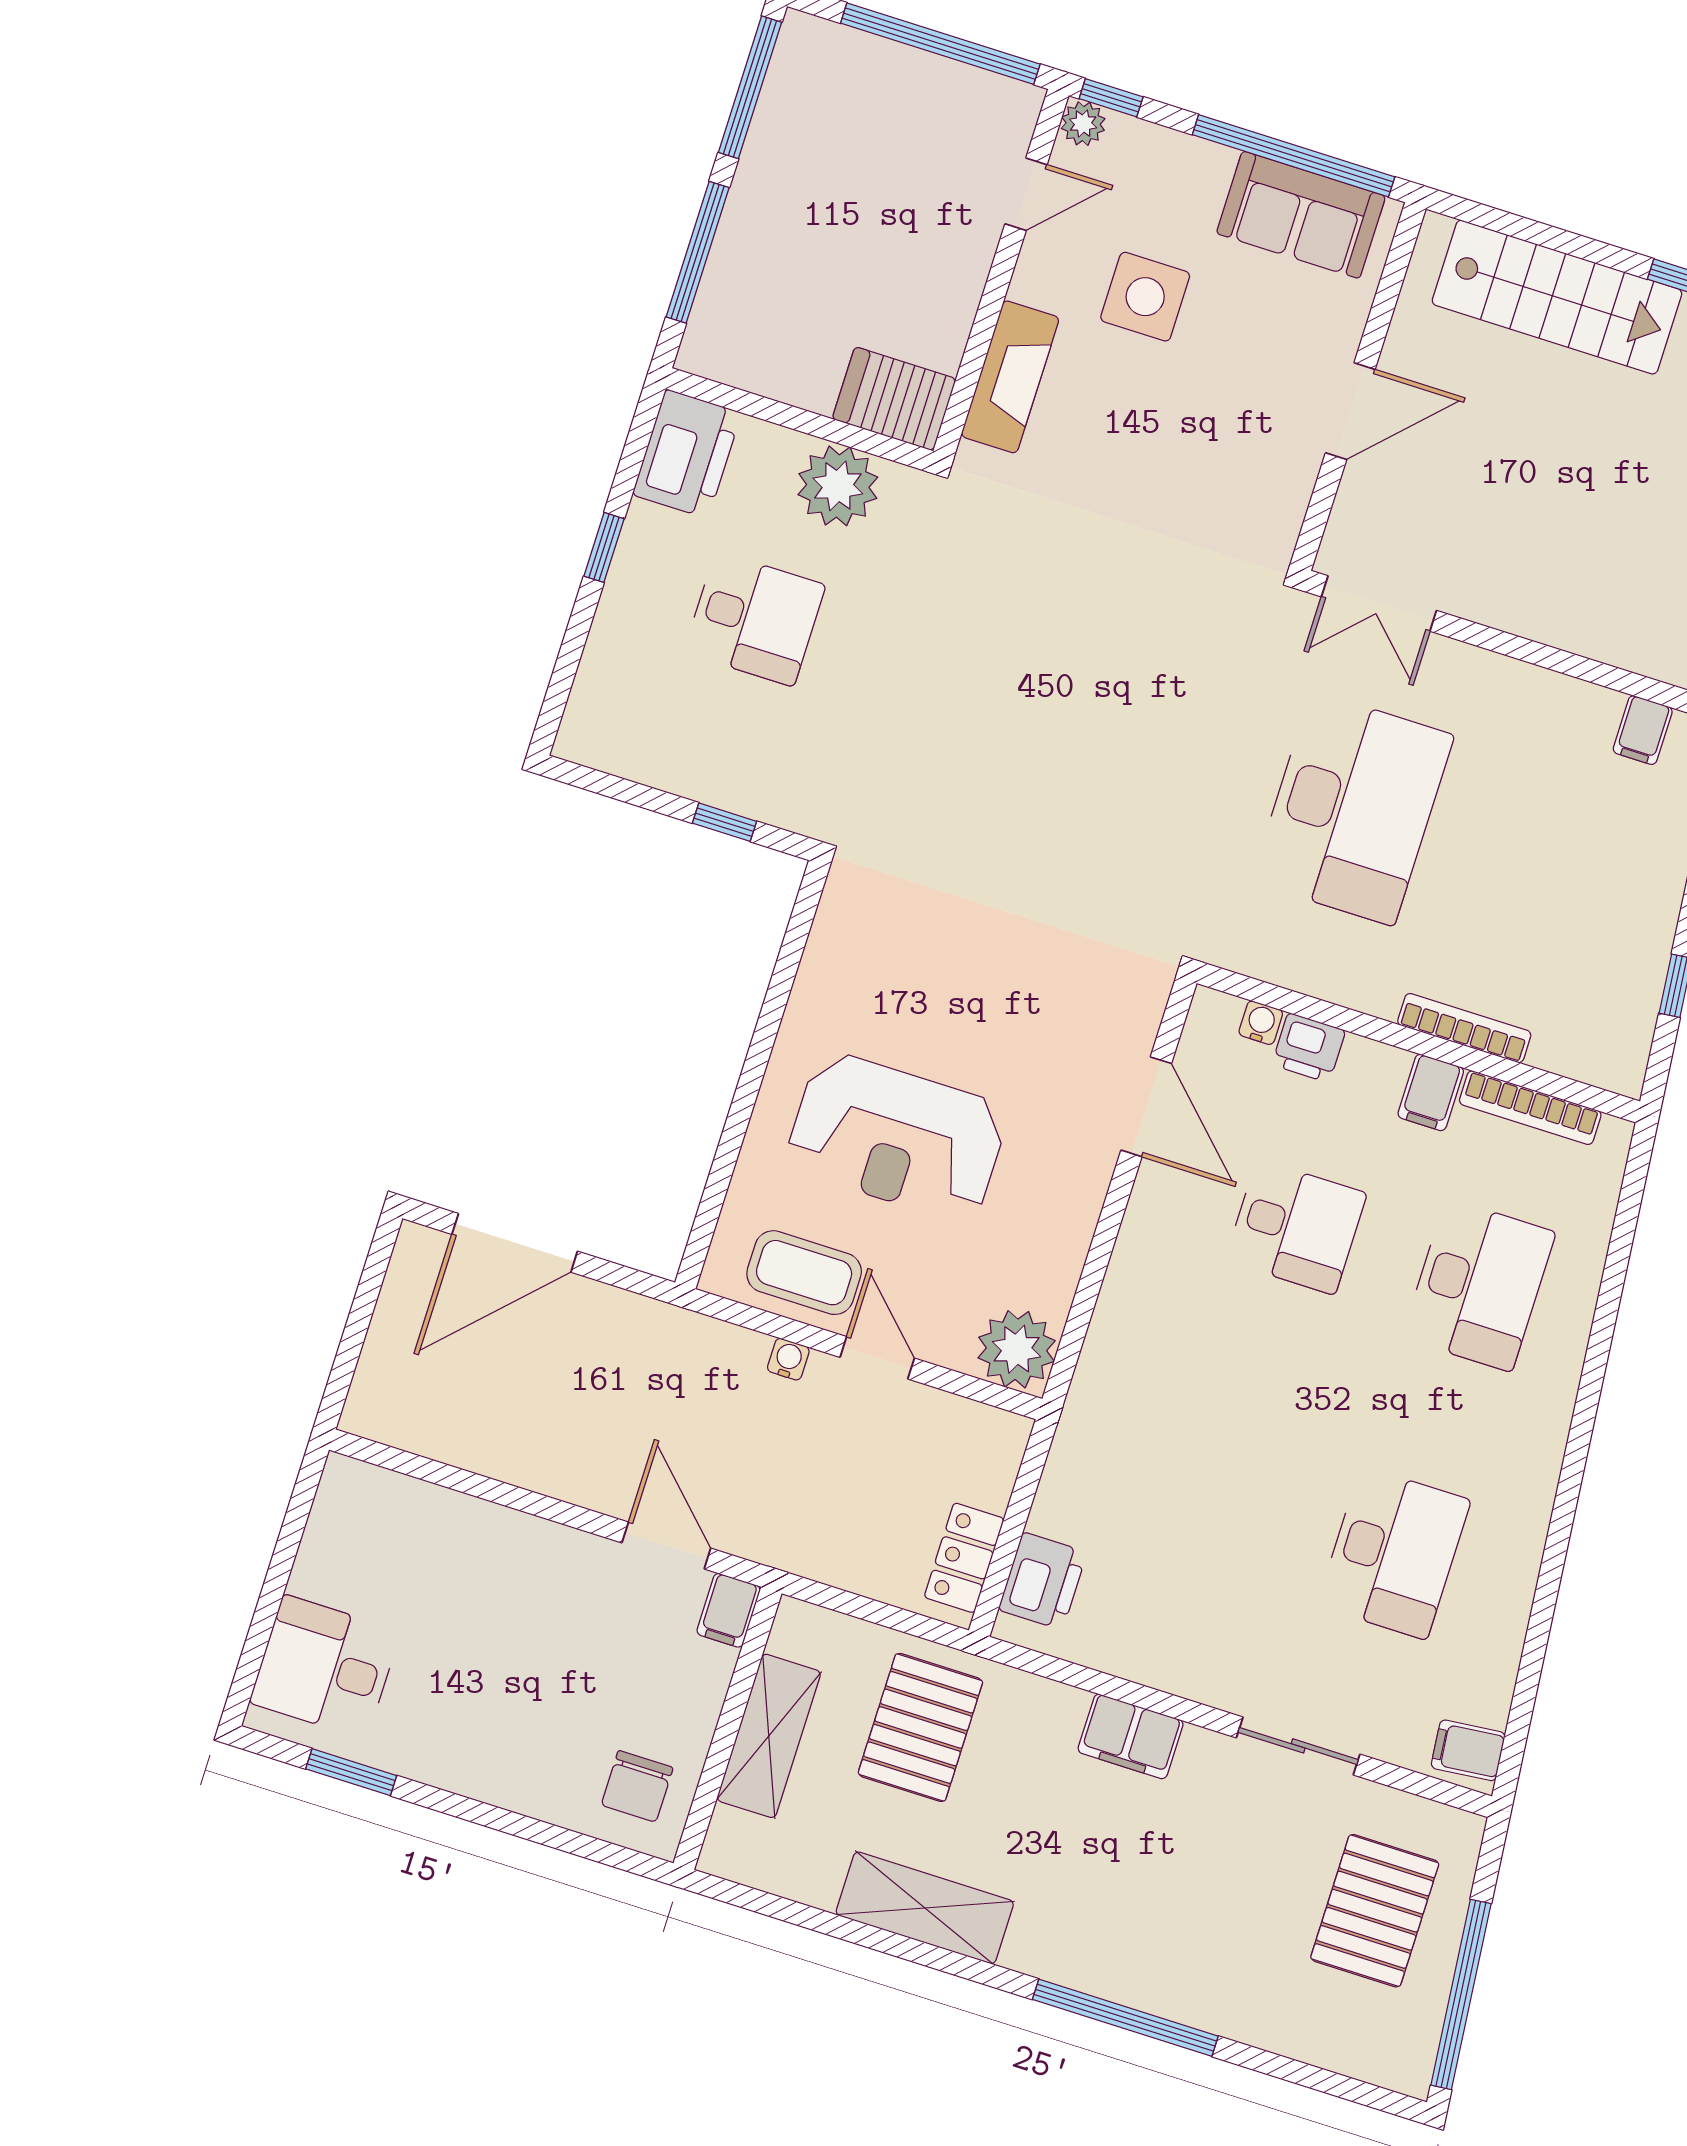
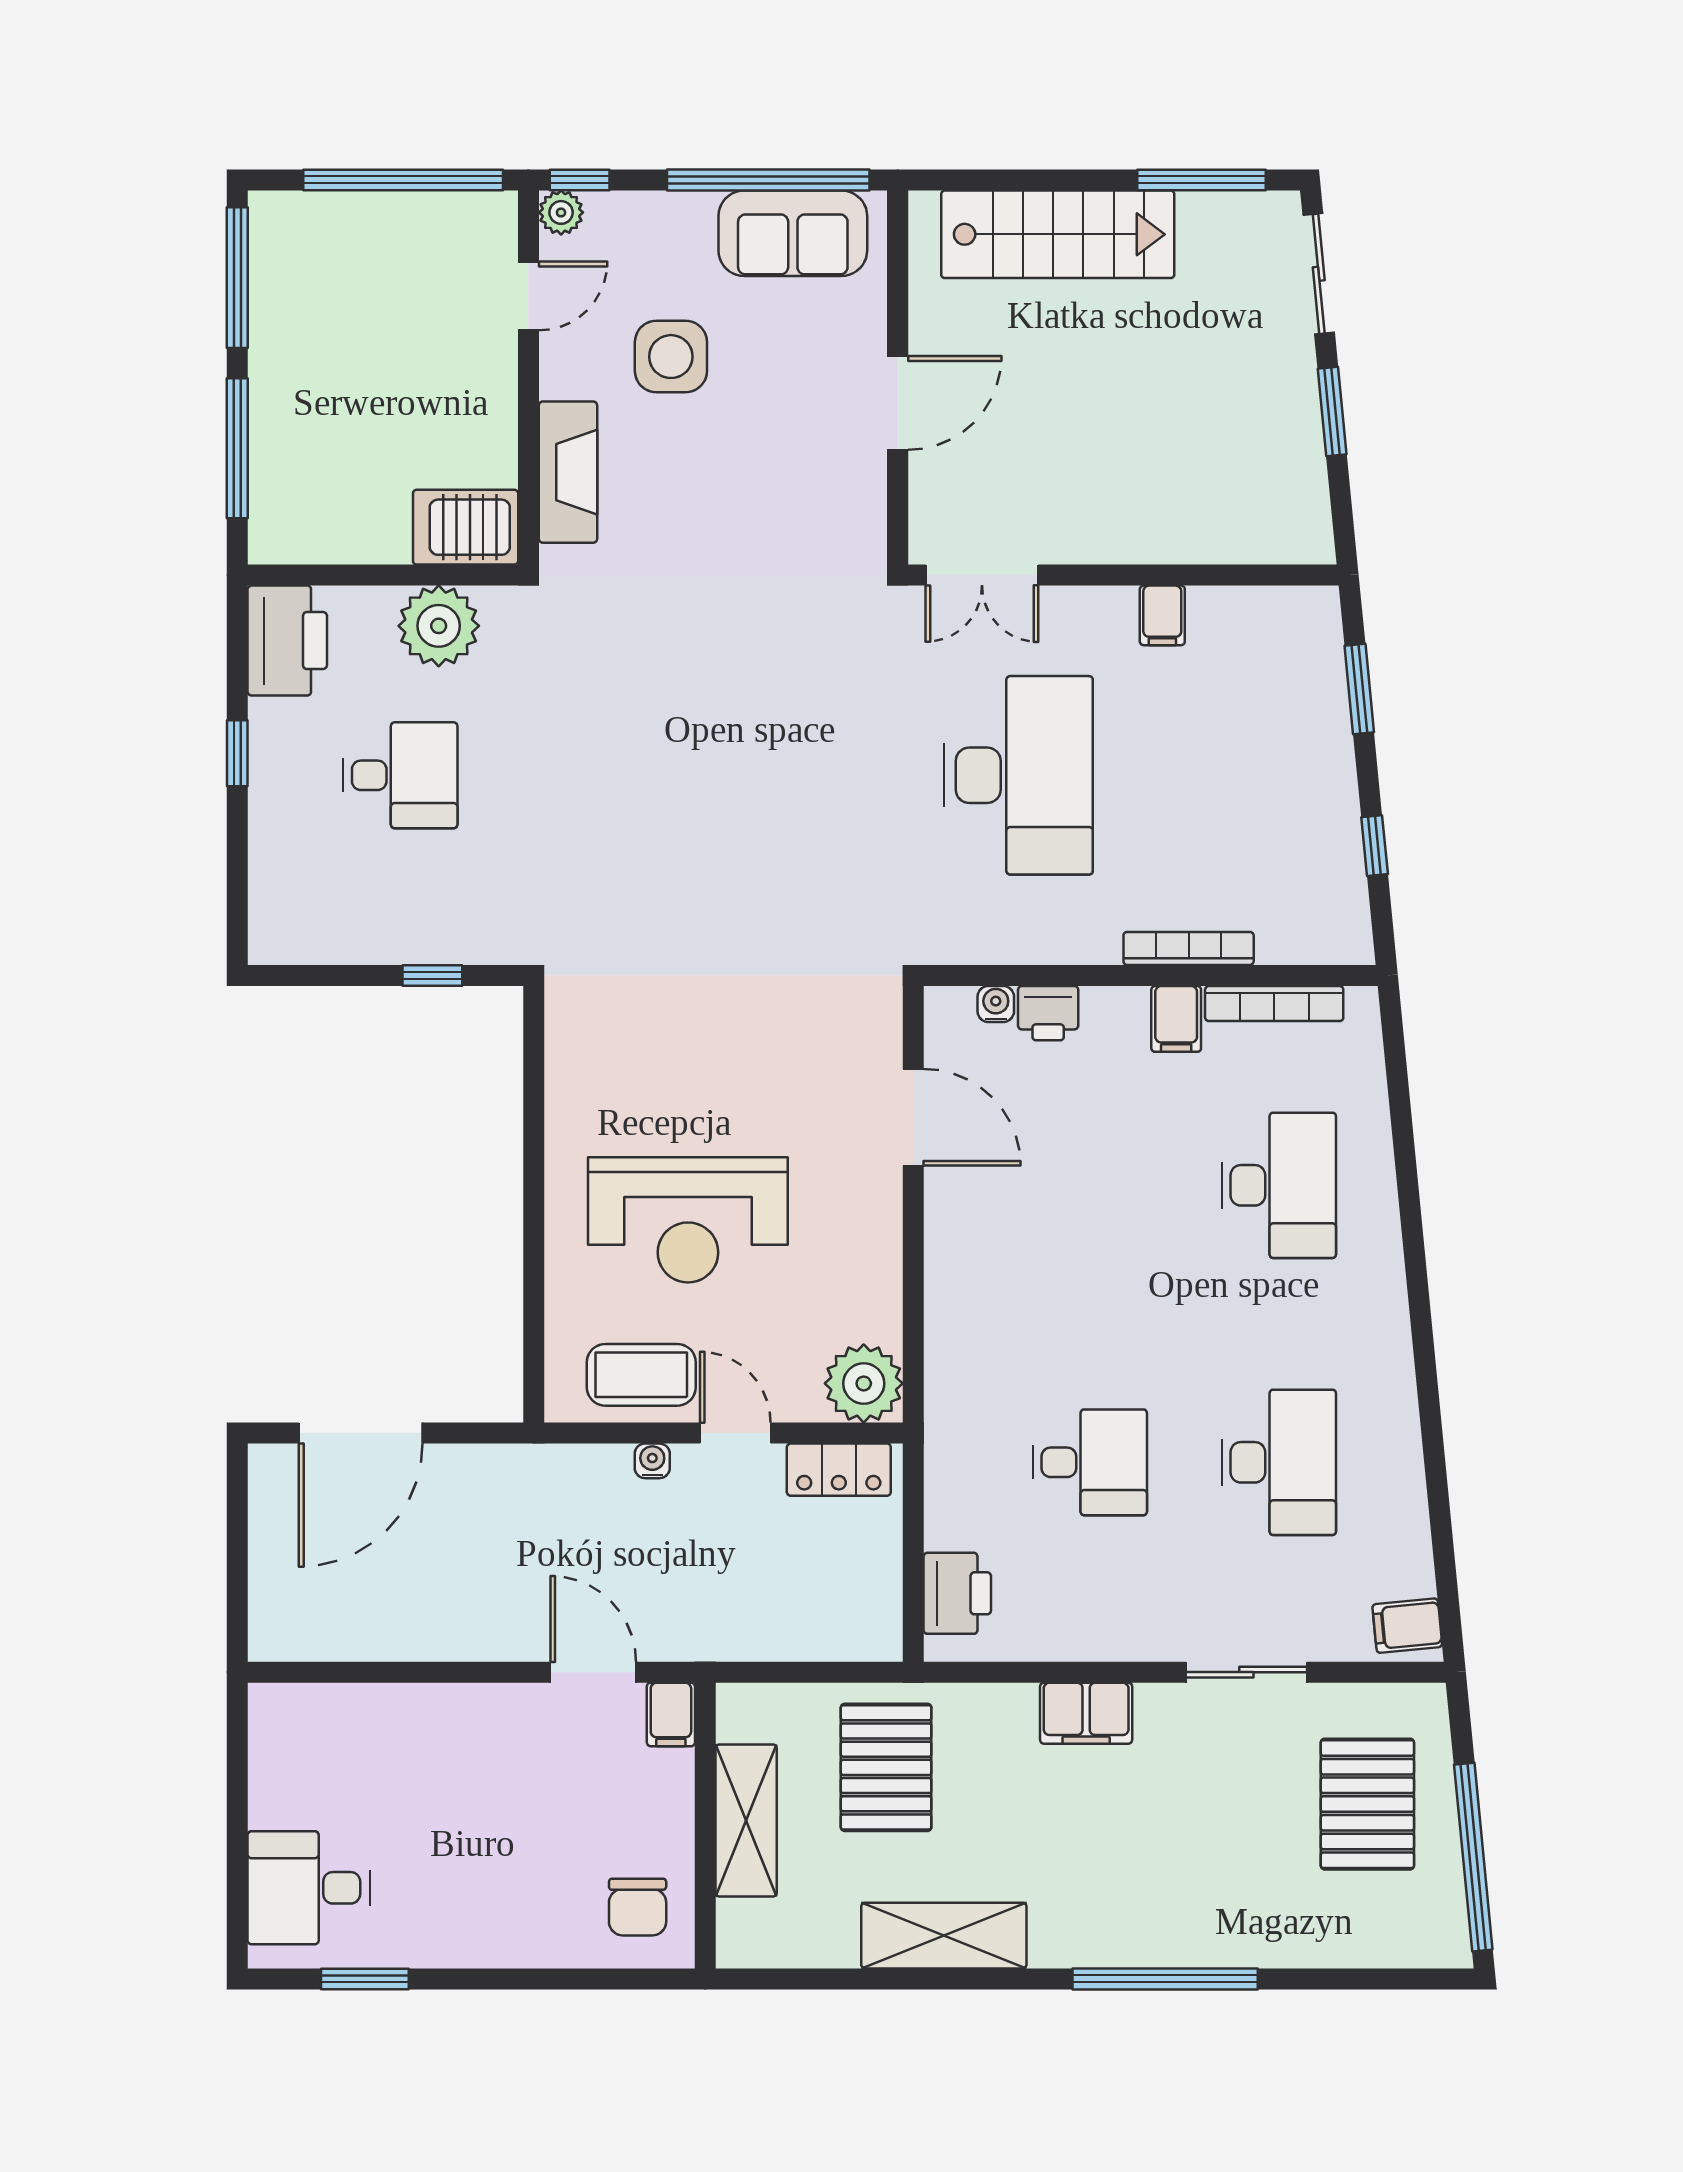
filing cabinet: (1643, 730) -> (1162, 615), moved
desk: (1296, 1227) -> (1090, 1462), moved
locker: (964, 1558) -> (839, 1470), moved, turned -90

